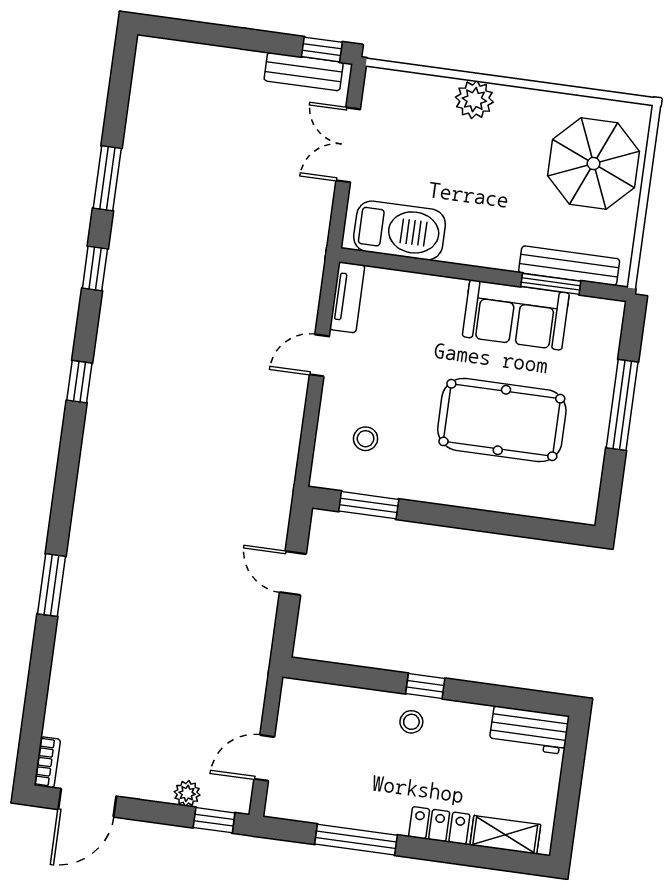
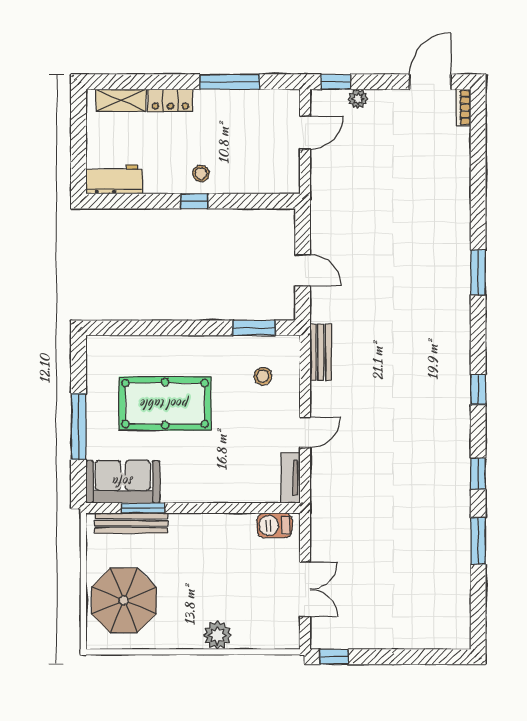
bench: (304, 72) -> (321, 352), moved, turned 90
barbecue: (400, 230) -> (274, 525), width x0.53, depth x0.65
sofa: (516, 315) -> (123, 482), moved
window: (52, 585) -> (478, 272), moved

